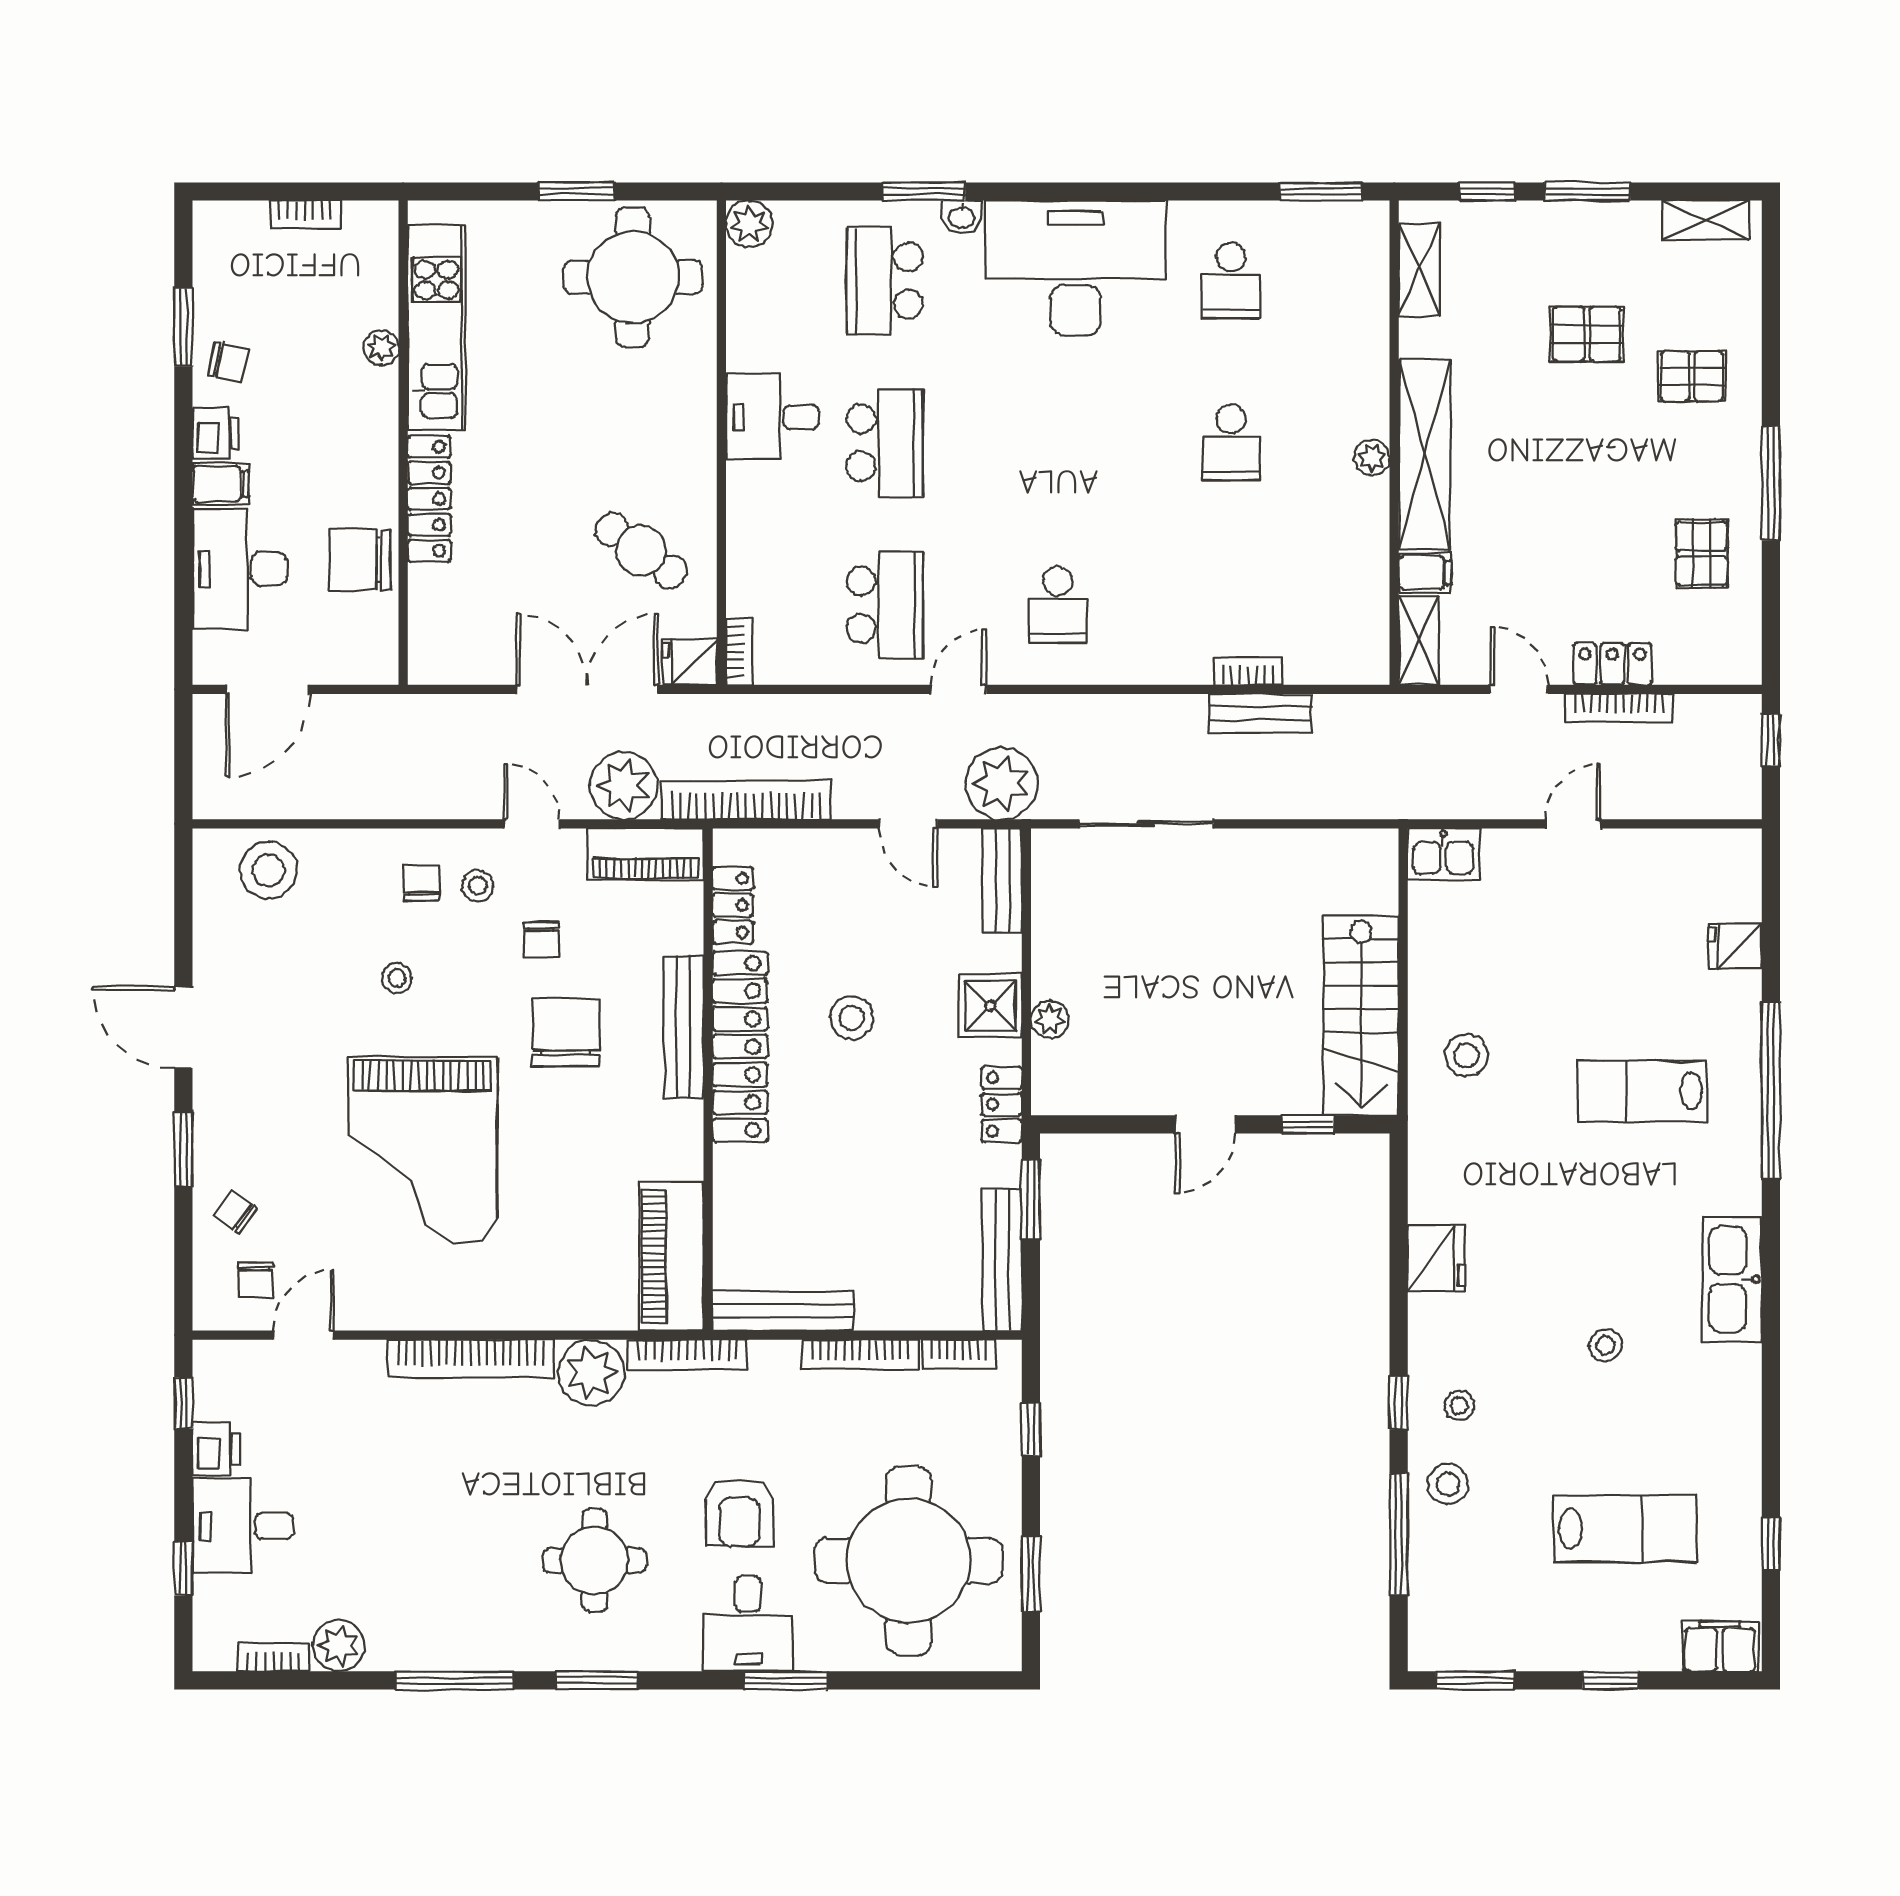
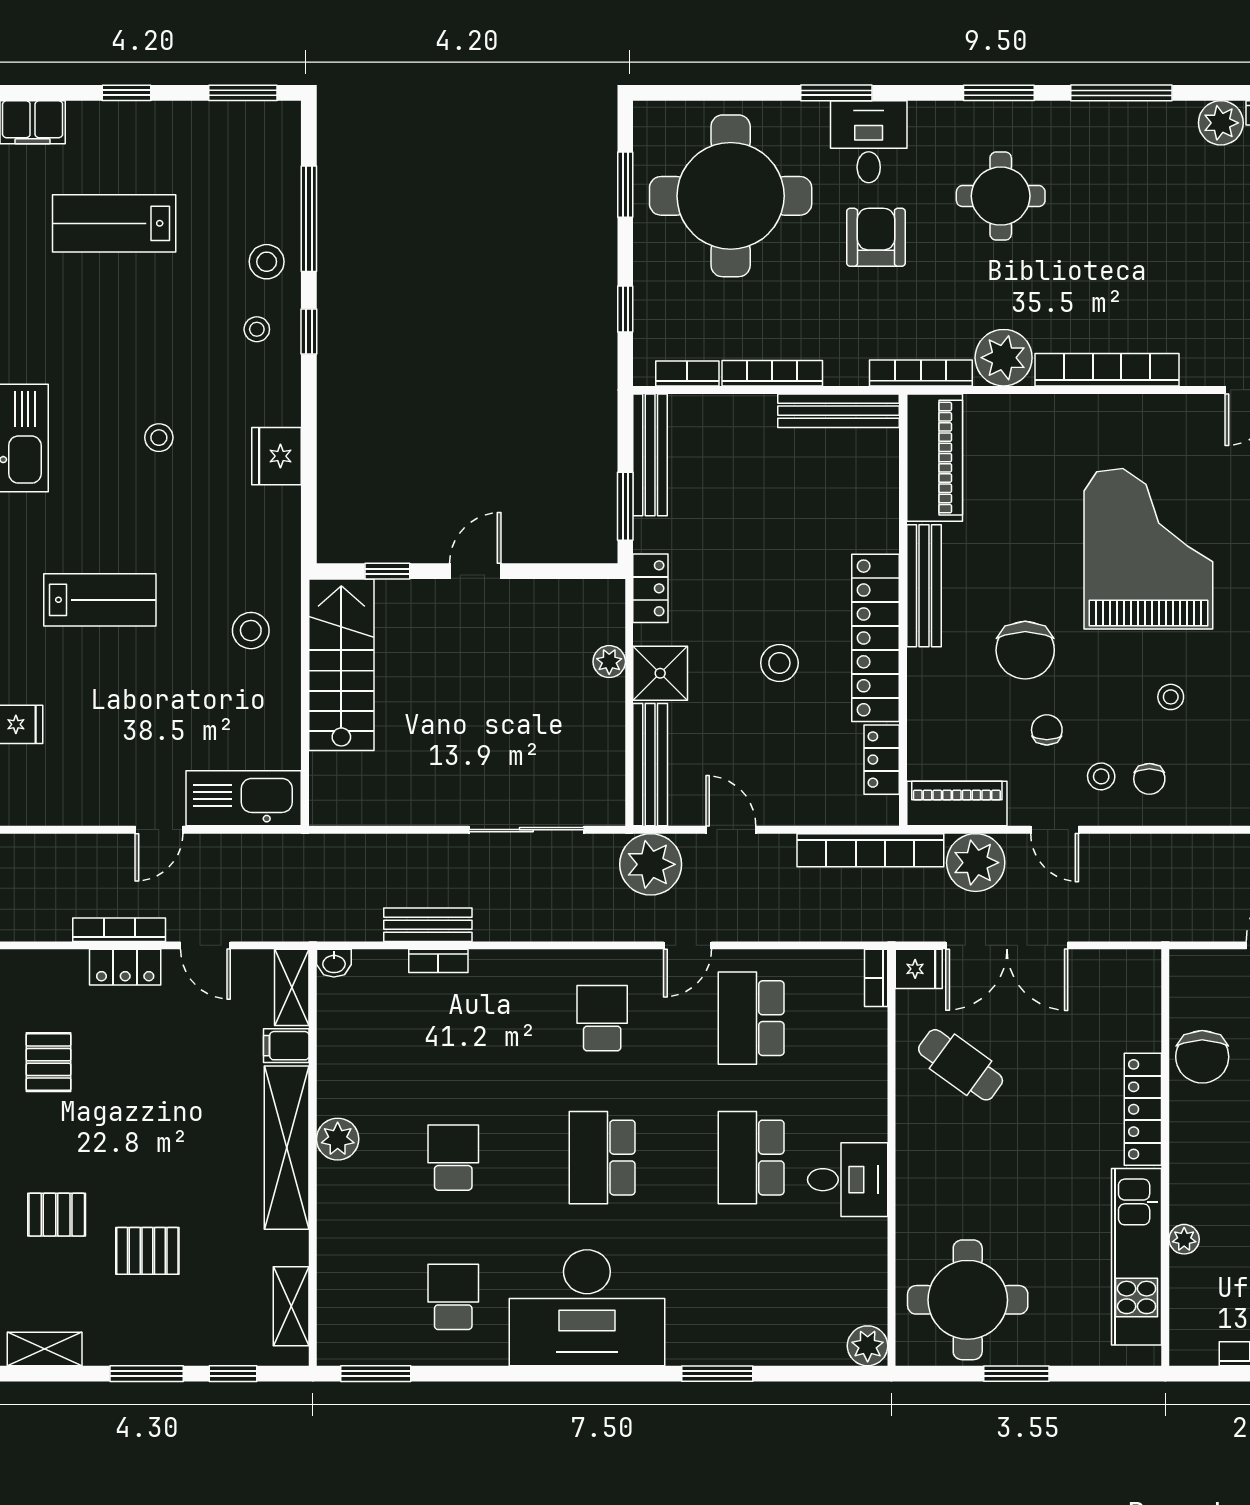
washbasin: (962, 217) -> (334, 963), moved, turned 180
school desk: (885, 281) -> (602, 1158), moved, turned 180
plant: (1372, 457) -> (338, 1139), width x1.38, depth x1.38
chair: (360, 560) -> (1202, 1057), turned 90
kitchen sink: (1443, 854) -> (244, 798), width x1.88, depth x1.24
bench: (1002, 880) -> (650, 765), width x1.36
bench: (684, 1027) -> (924, 586), moved
stool: (1605, 1345) -> (159, 438), moved

